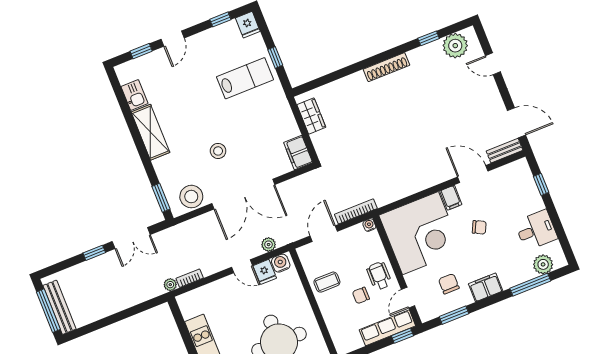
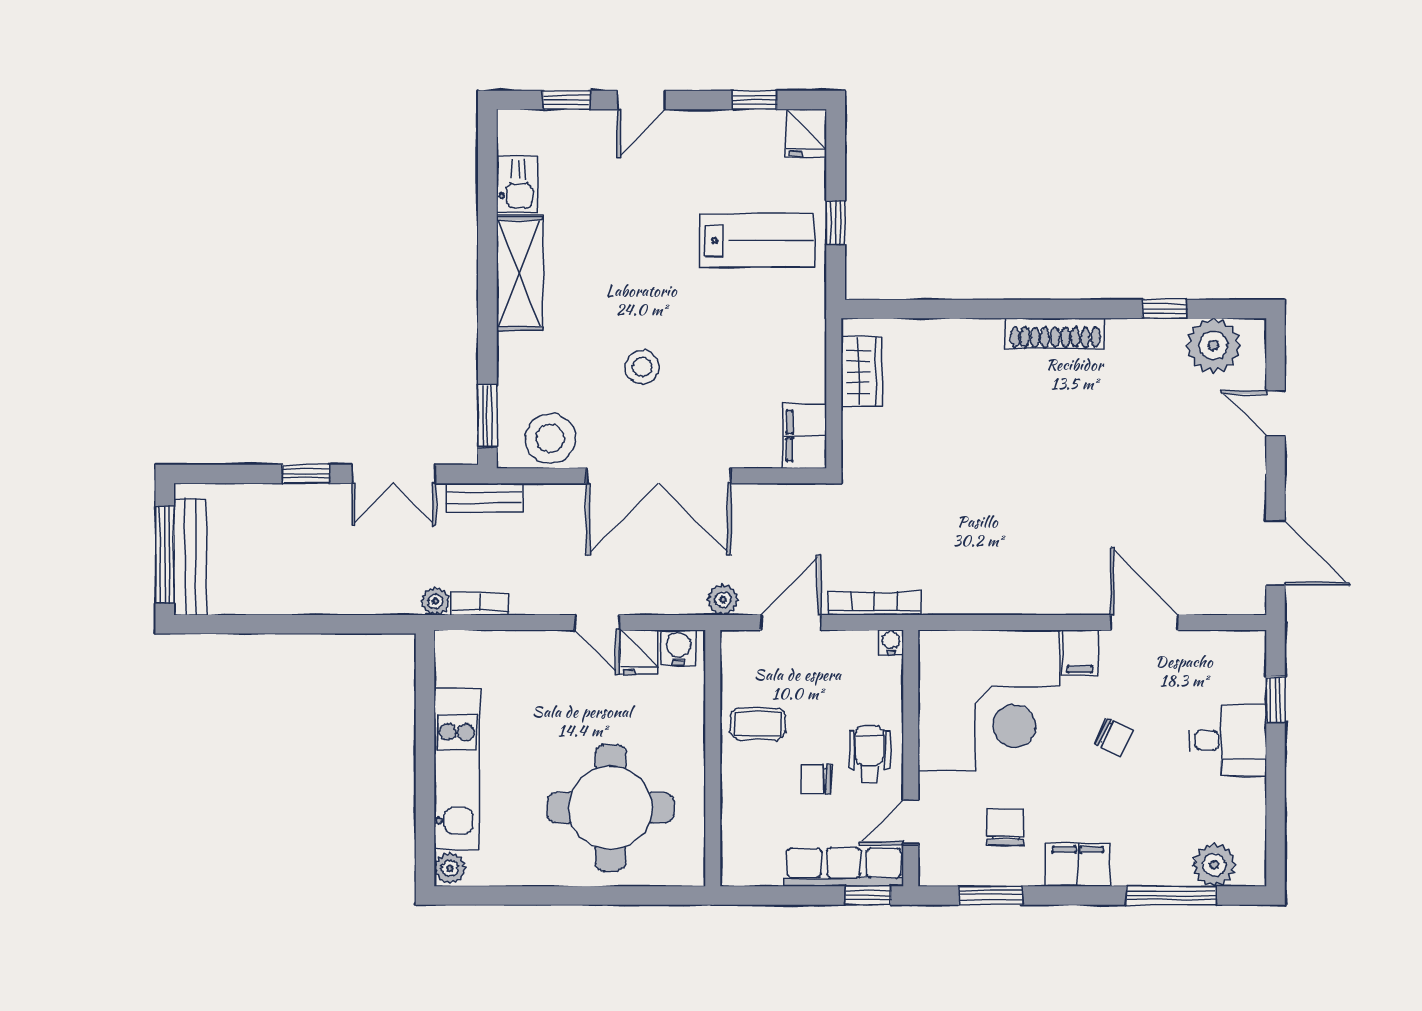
bench: (505, 151) -> (484, 498), moved
desk: (536, 230) -> (1228, 740), moved
plant: (269, 245) -> (723, 600), moved

